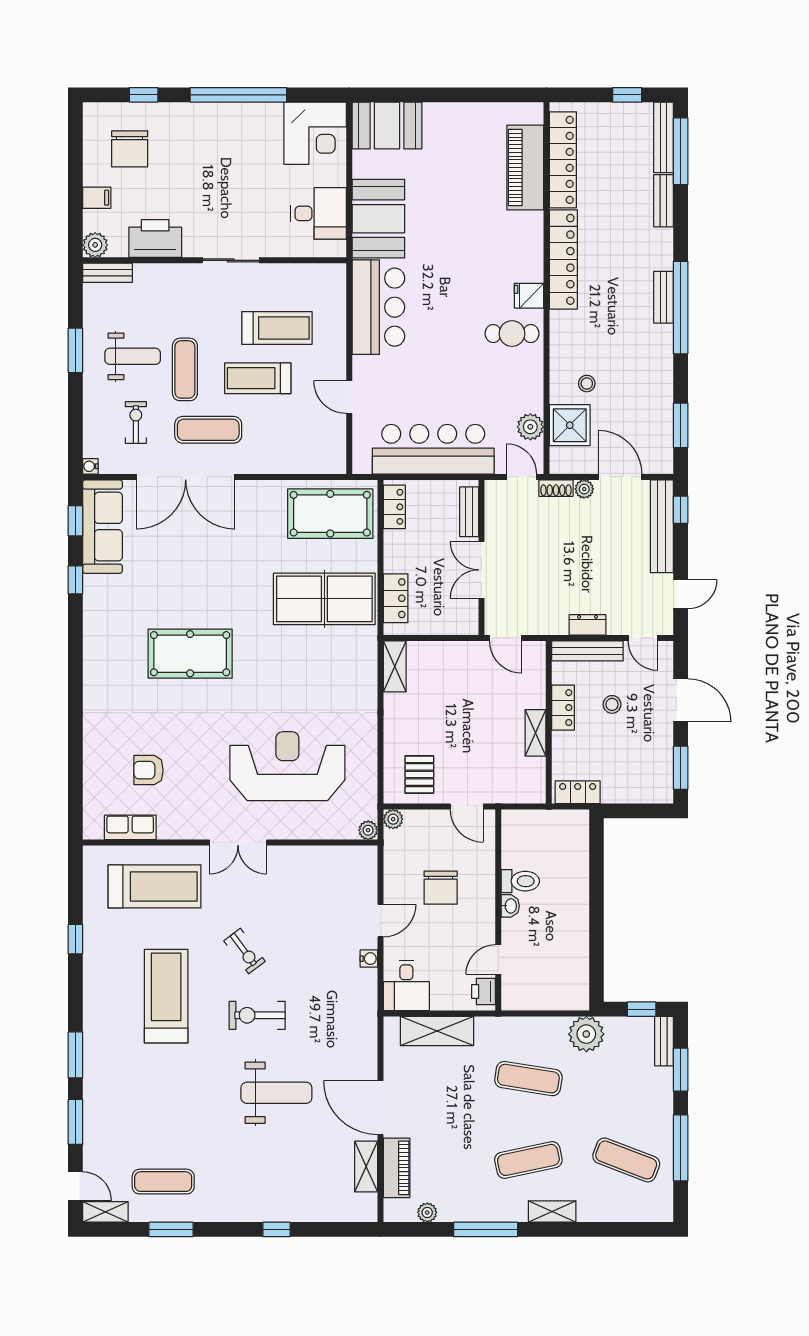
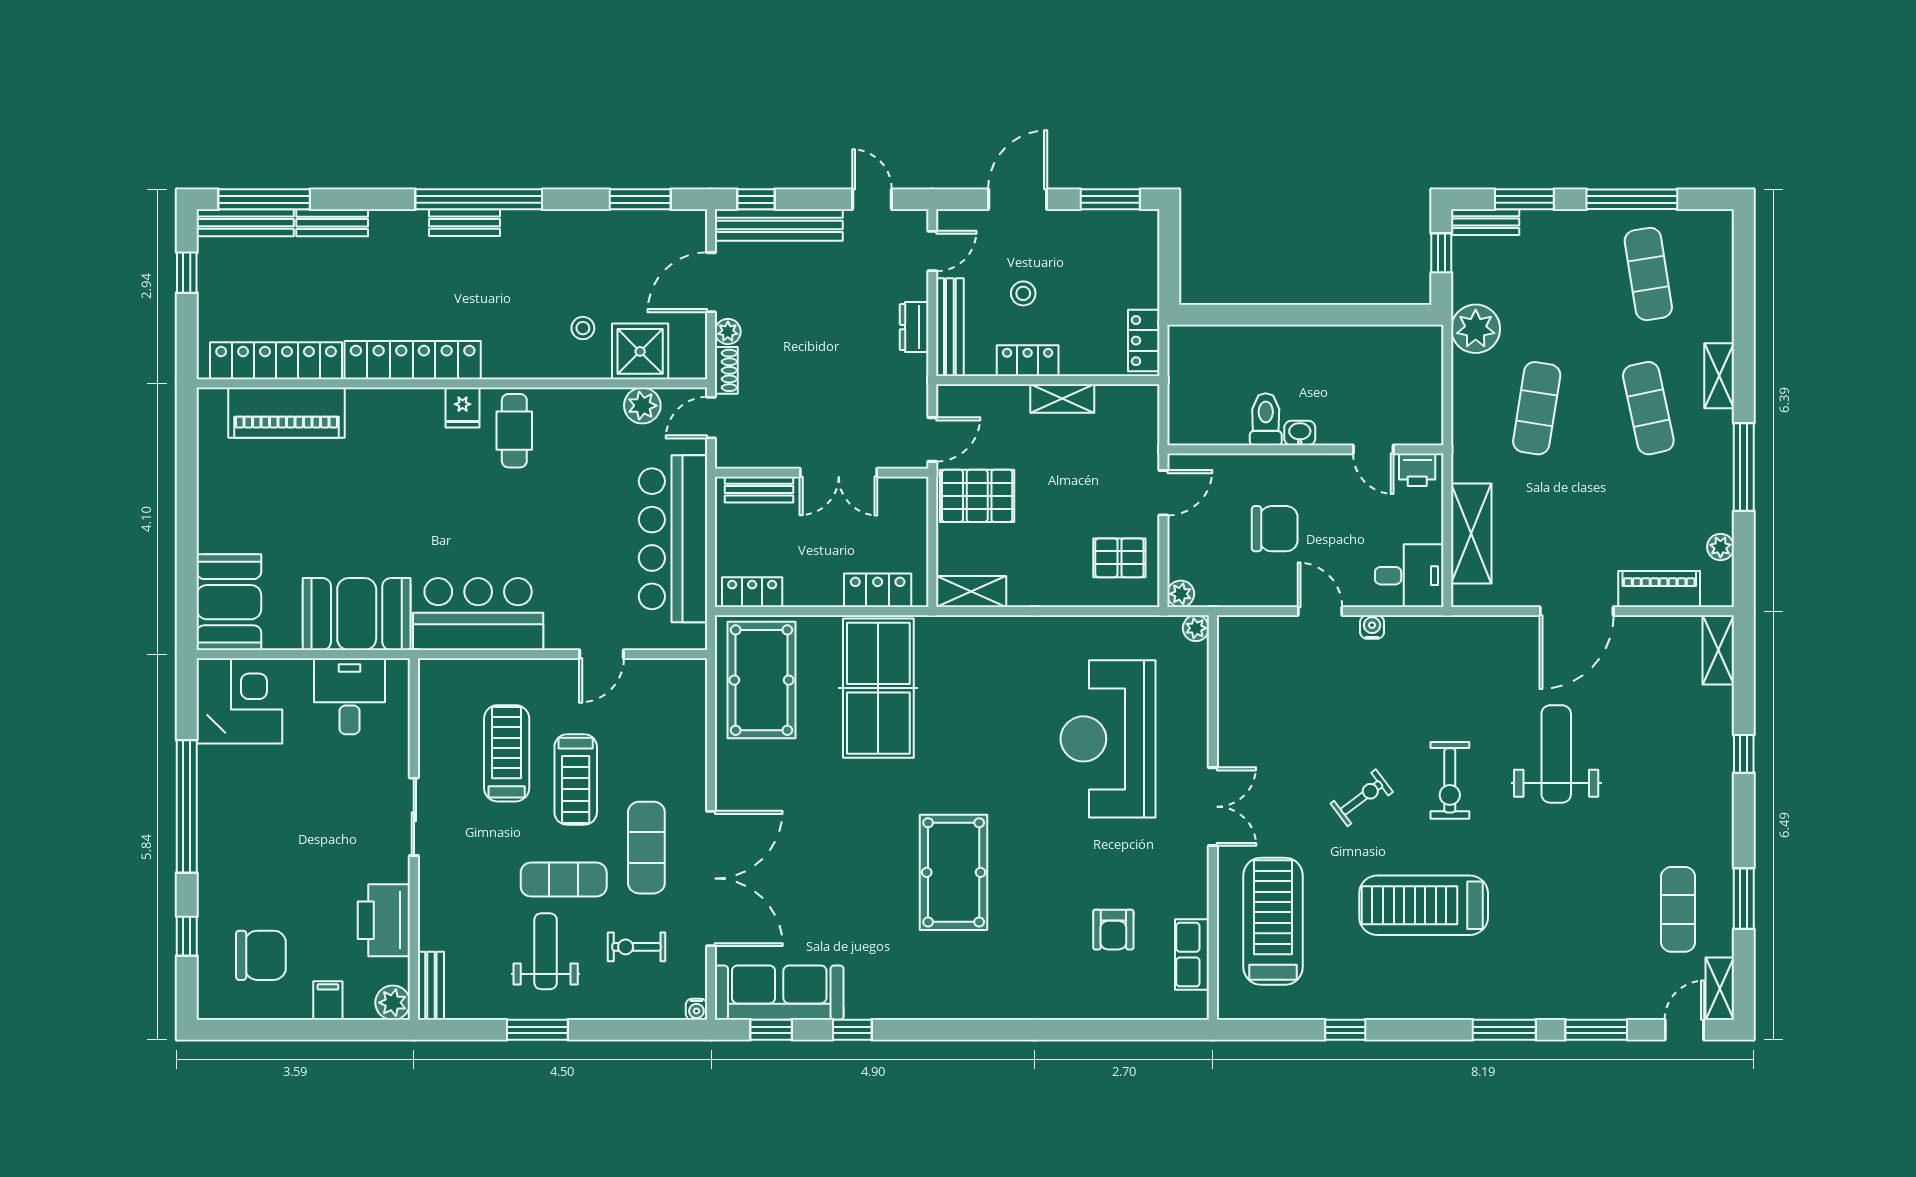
pallet: (464, 671) -> (977, 496), added
exercise mat: (626, 1160) -> (1648, 274), turned -30
shelving: (366, 1167) -> (1718, 650), moved, turned 90

